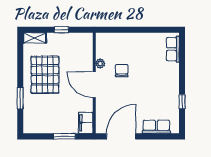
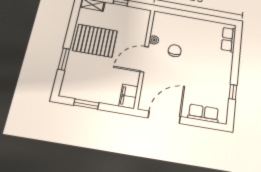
pallet: (45, 75) -> (95, 41), turned 90
door: (94, 85) -> (144, 59), hinge flipped
window: (64, 136) -> (86, 104), moved

